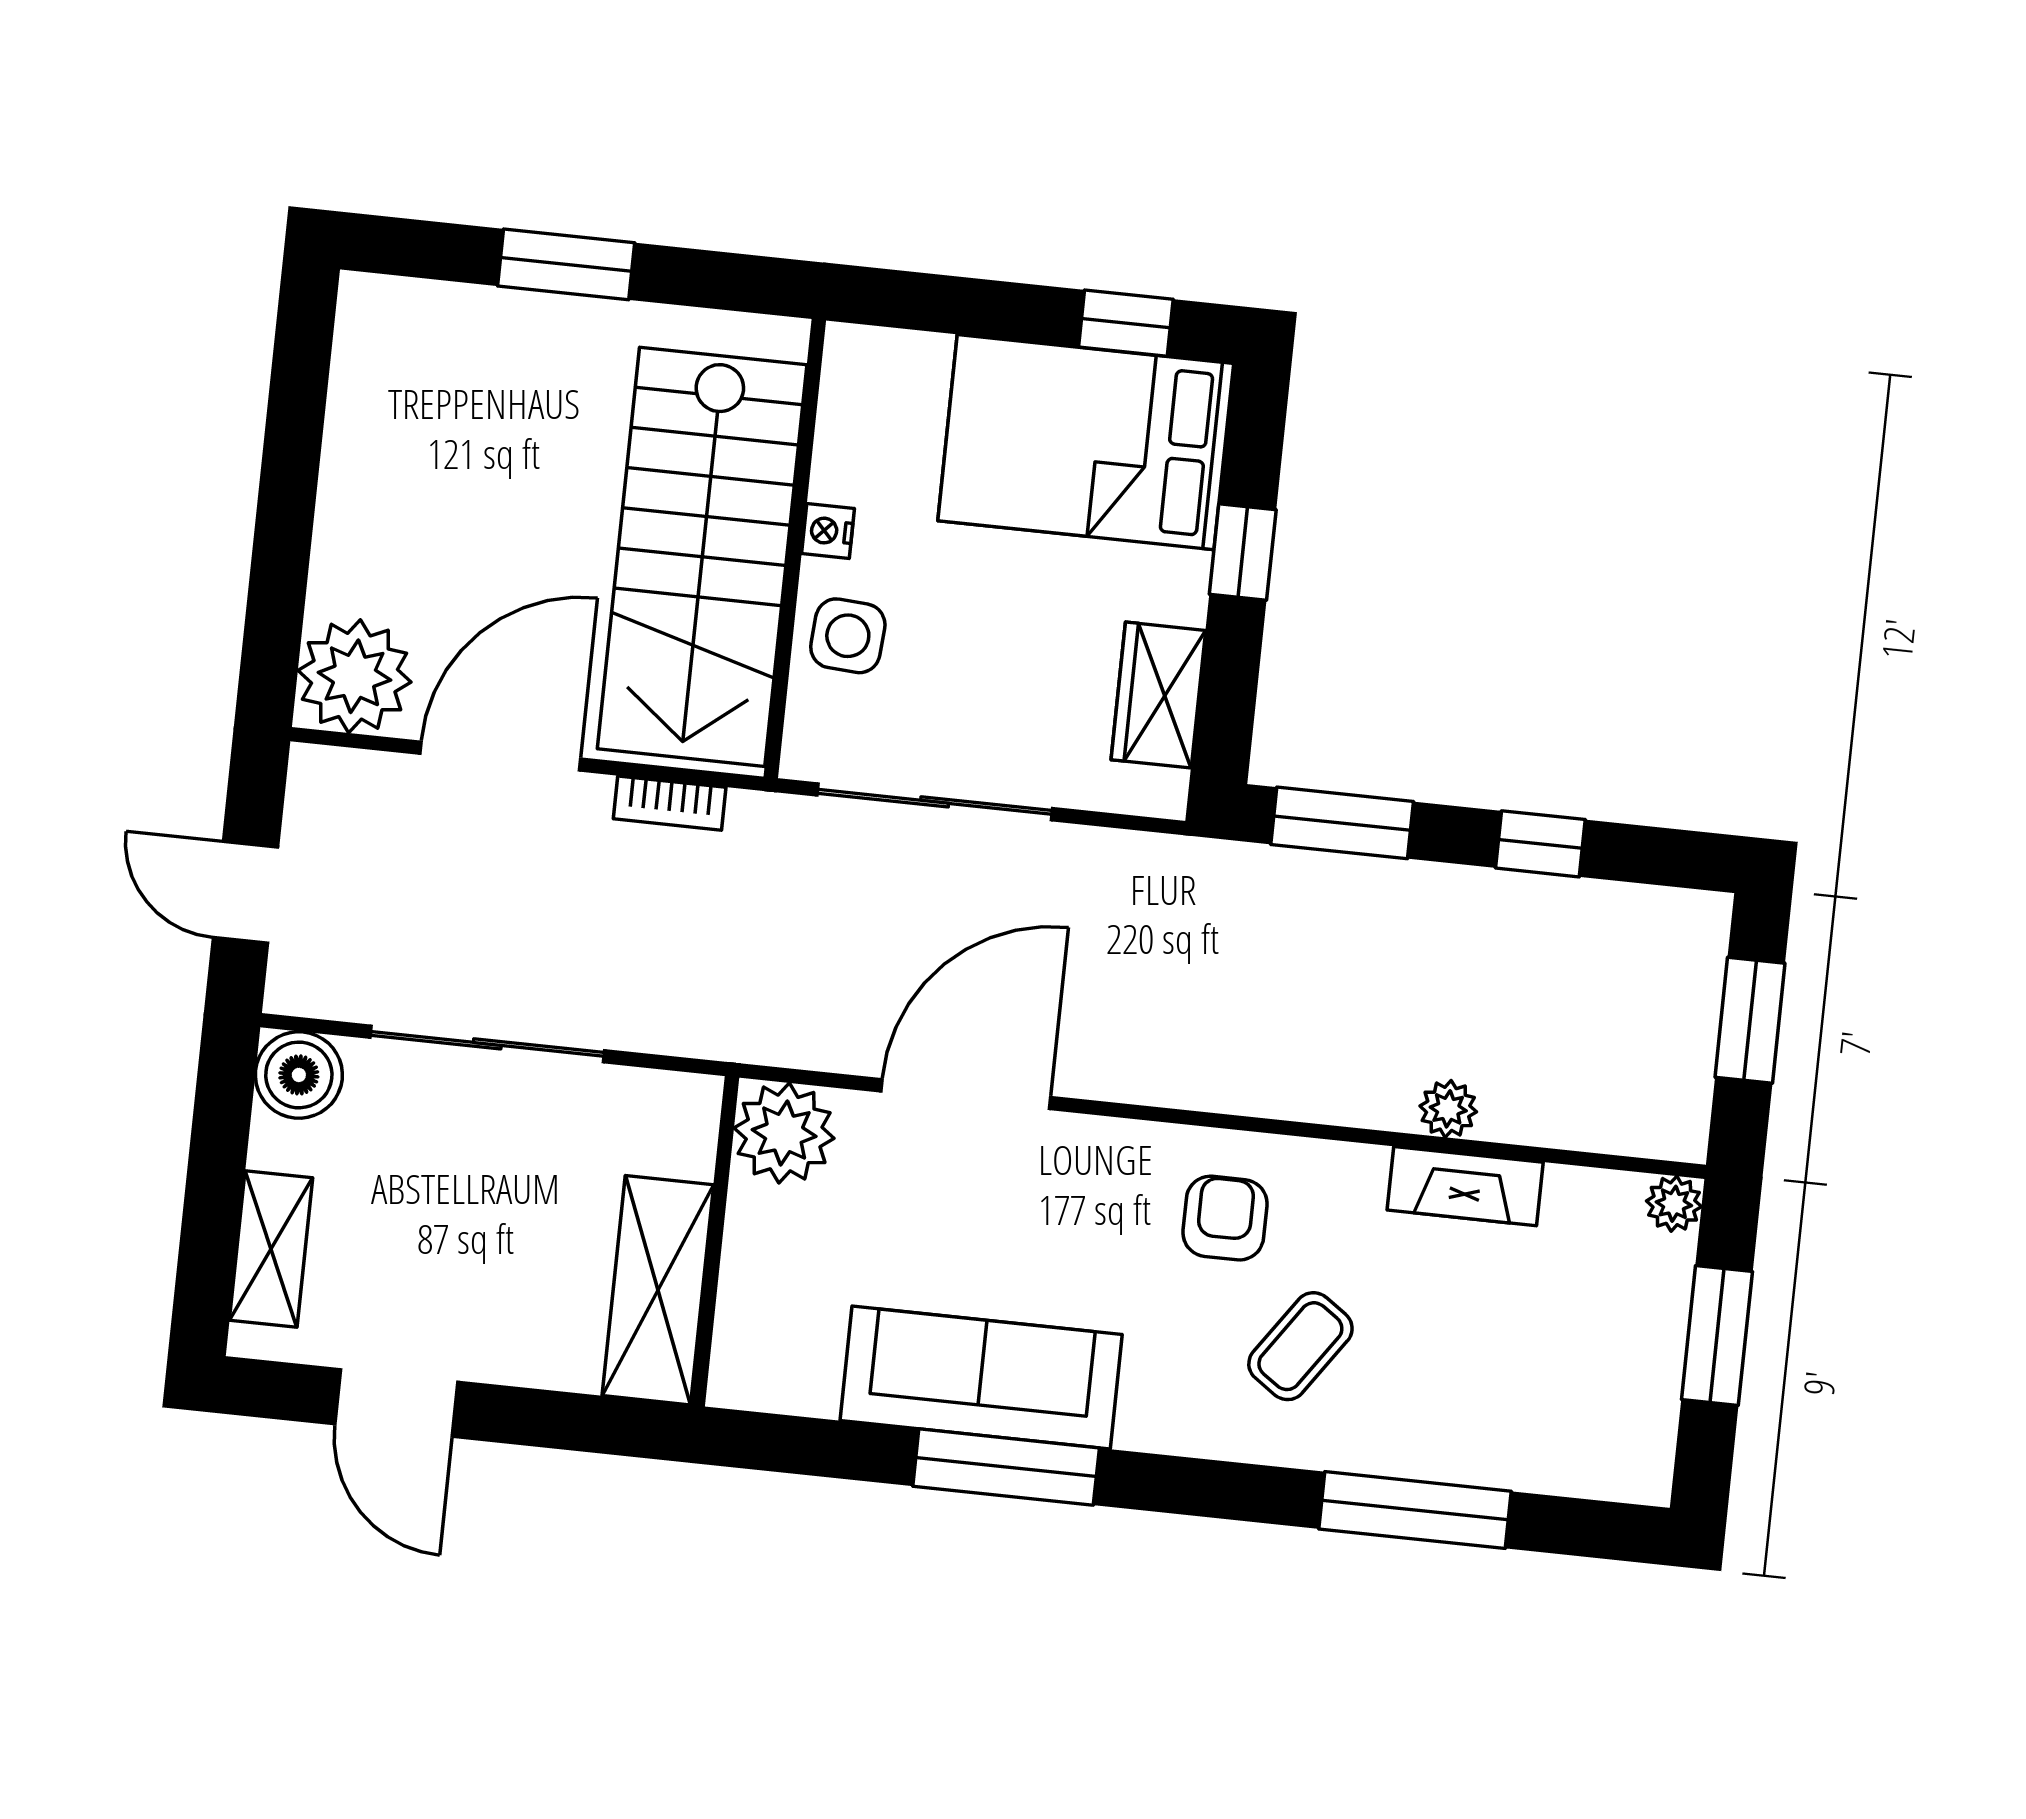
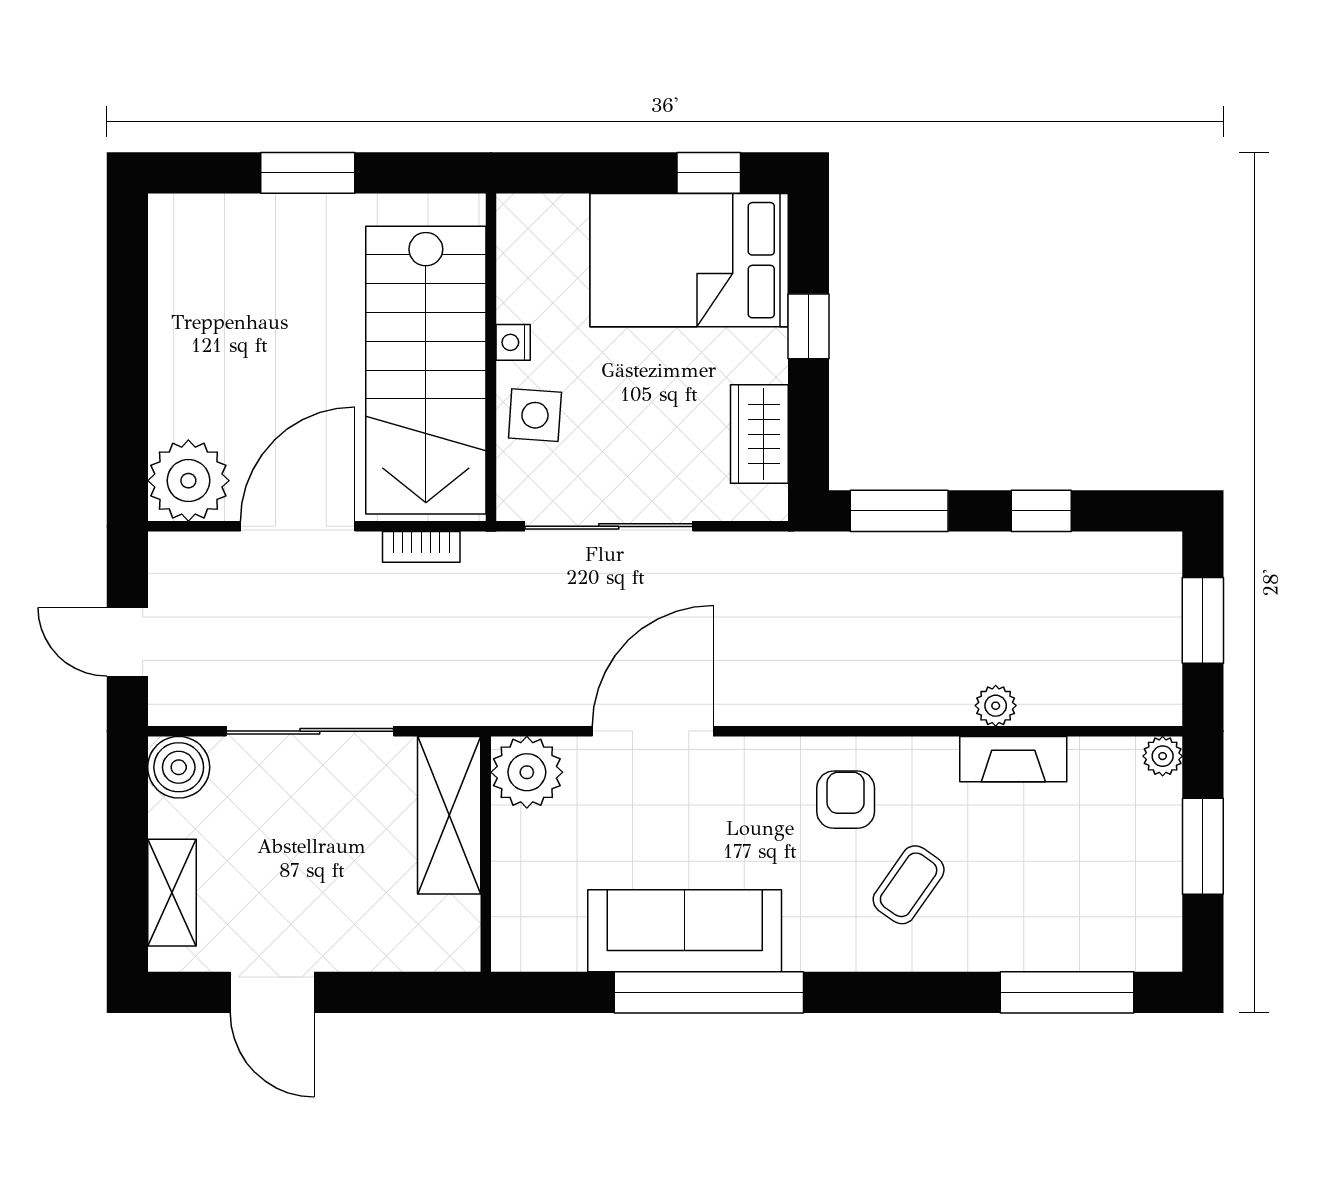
shelving: (658, 1290) -> (449, 815), moved
window: (1006, 1467) -> (709, 992), width x1.46
window: (1415, 1510) -> (1067, 992), moved

